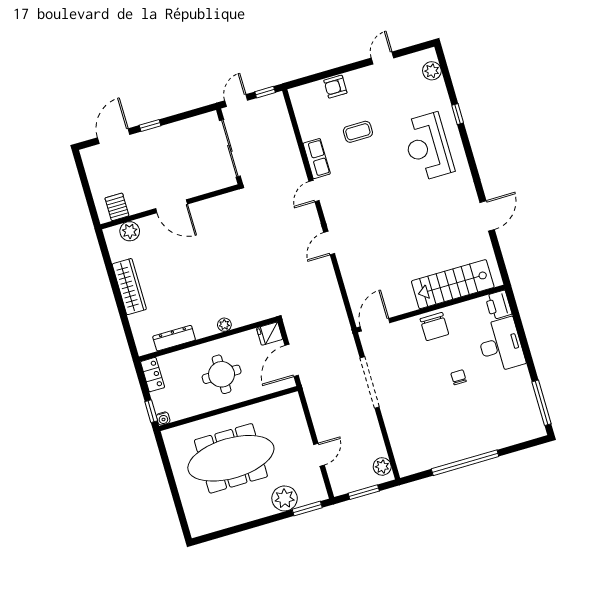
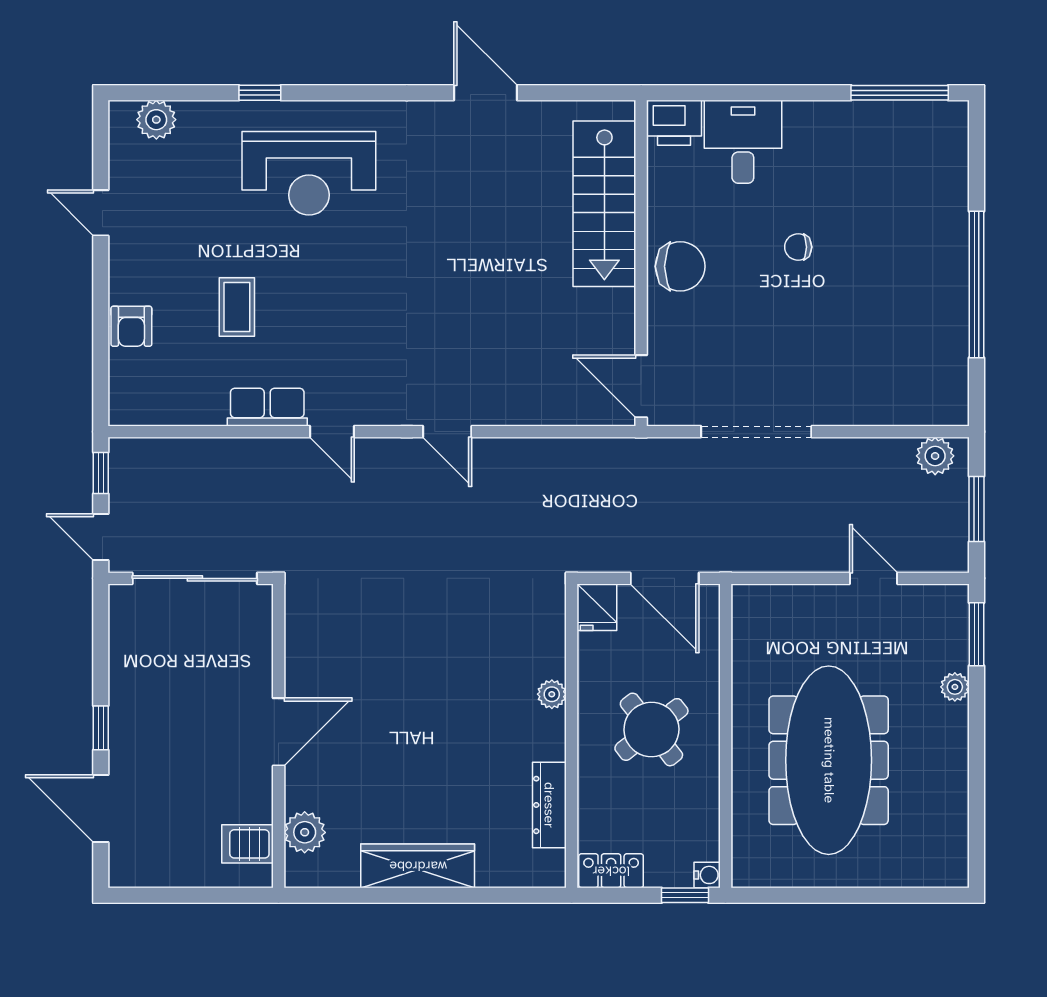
desk: (501, 345) -> (743, 142), width x0.73
round table: (222, 374) -> (651, 729), turned -38
plant: (285, 498) -> (955, 687), width x0.53, depth x0.53

